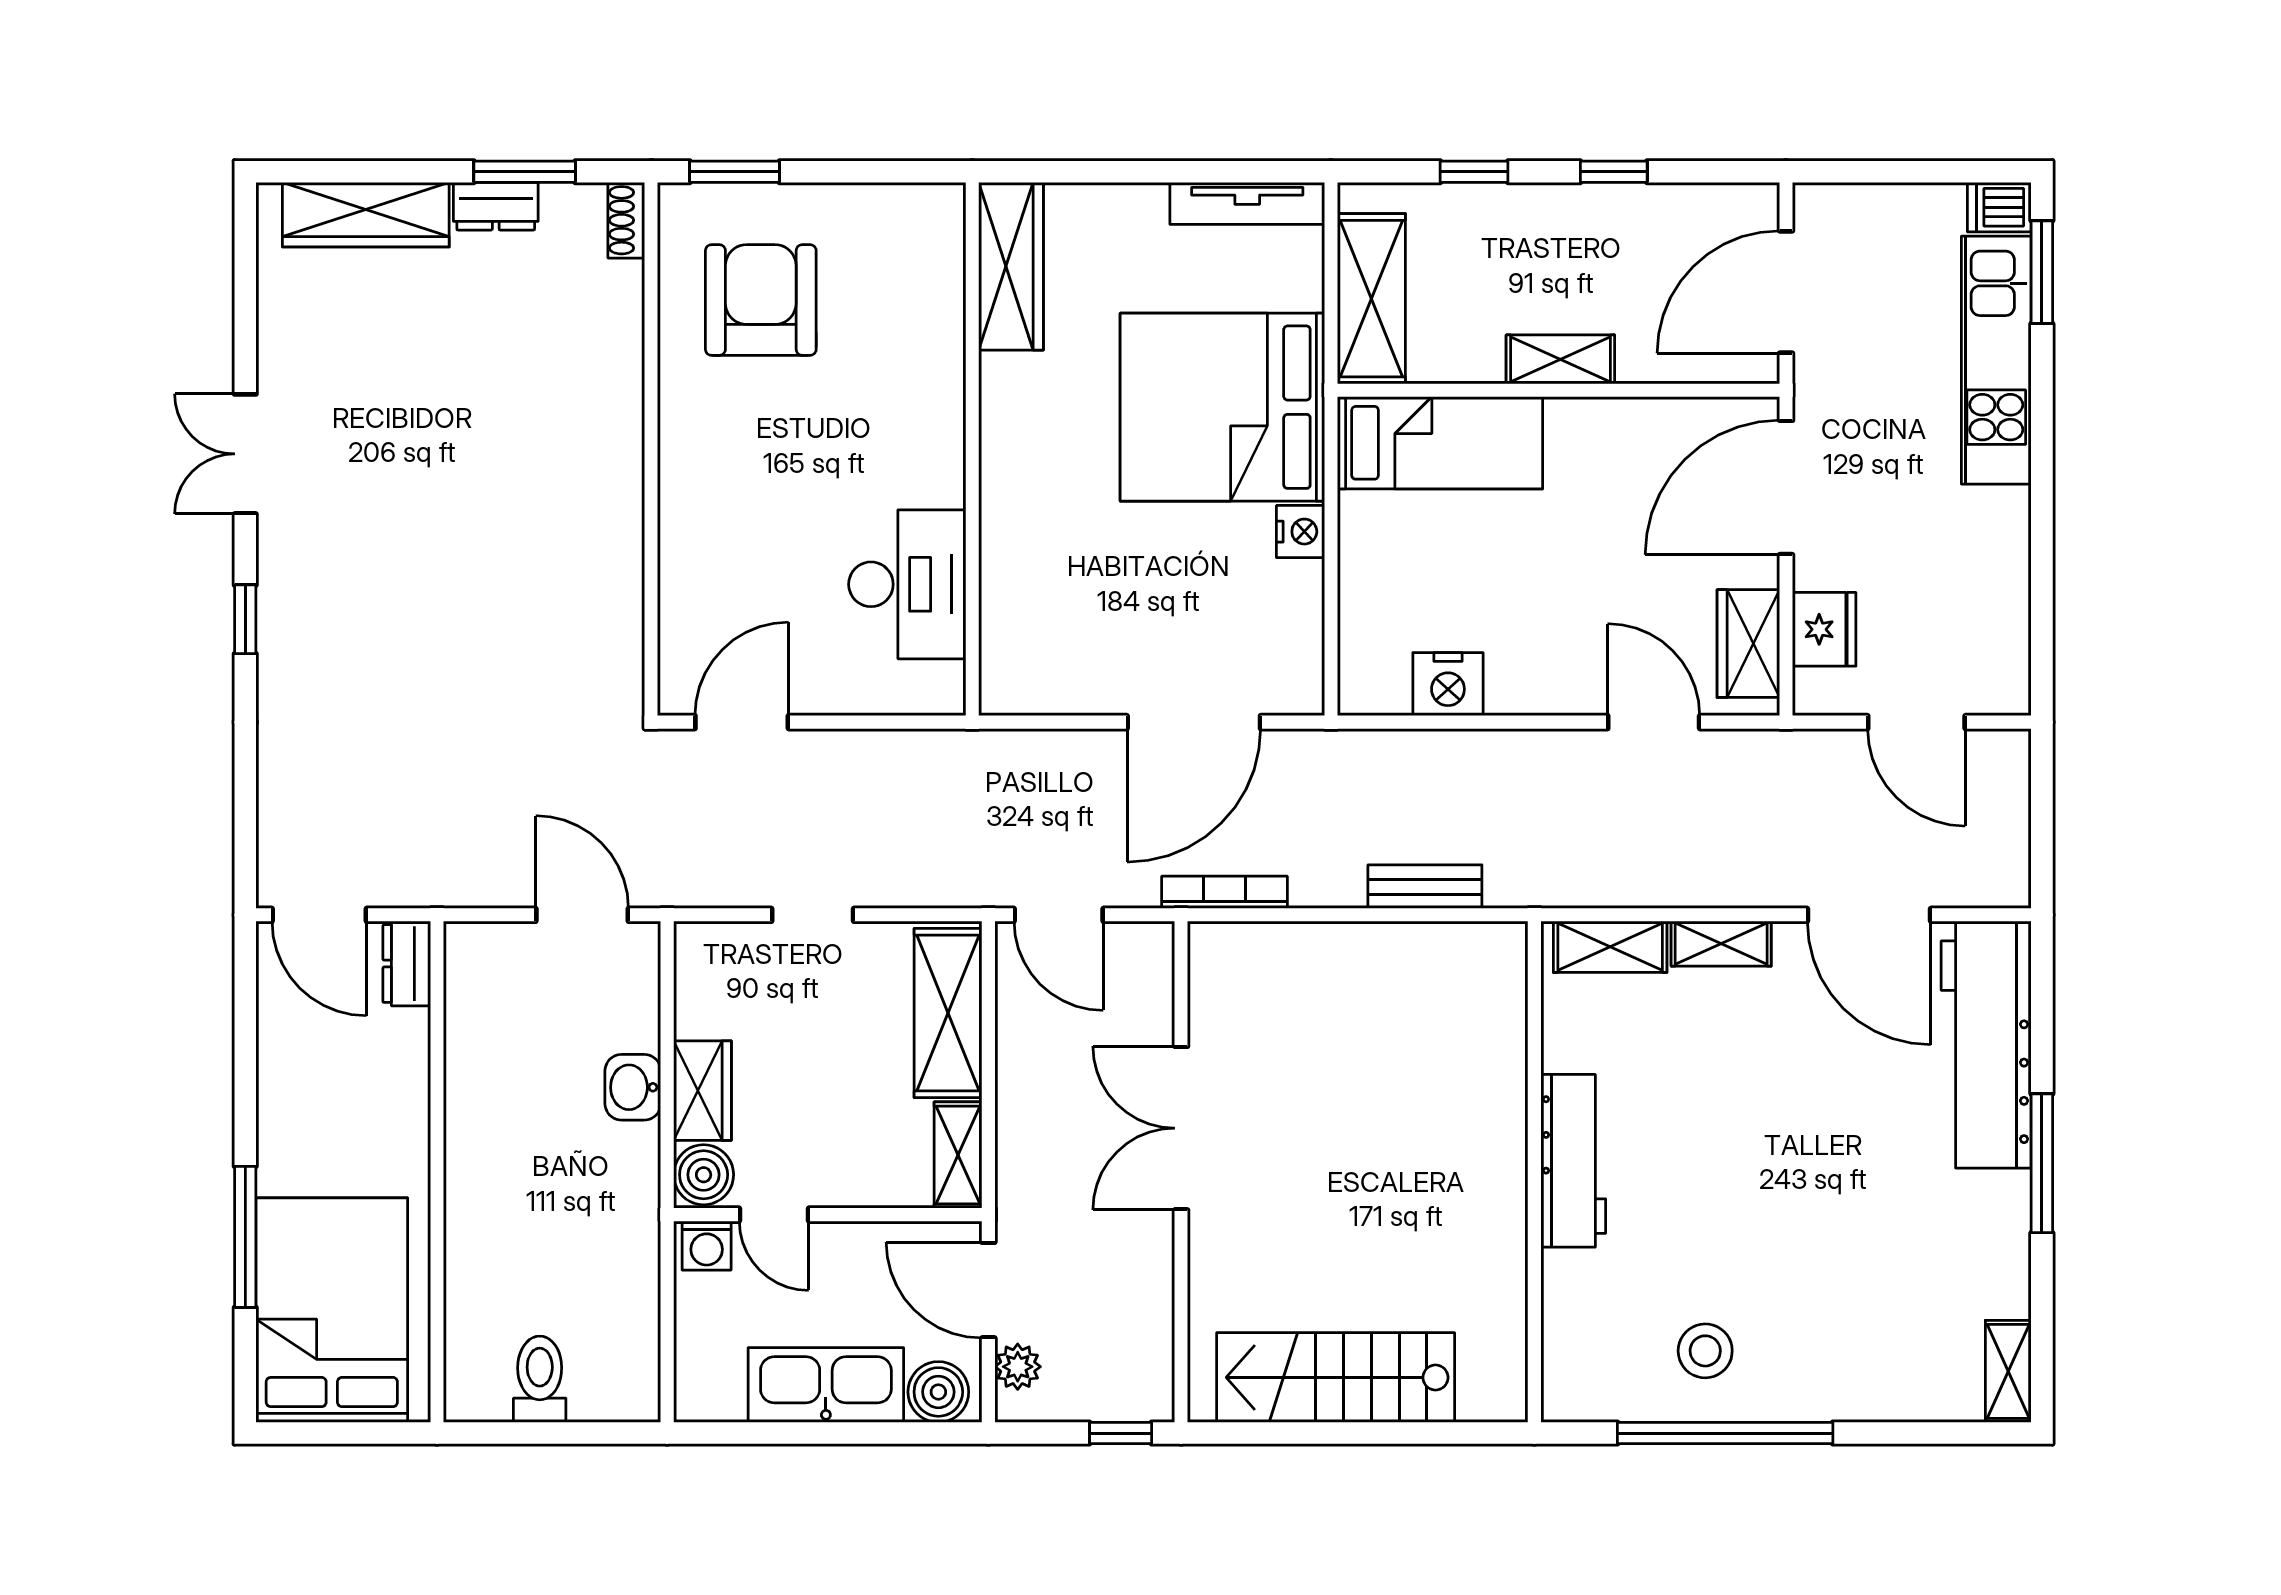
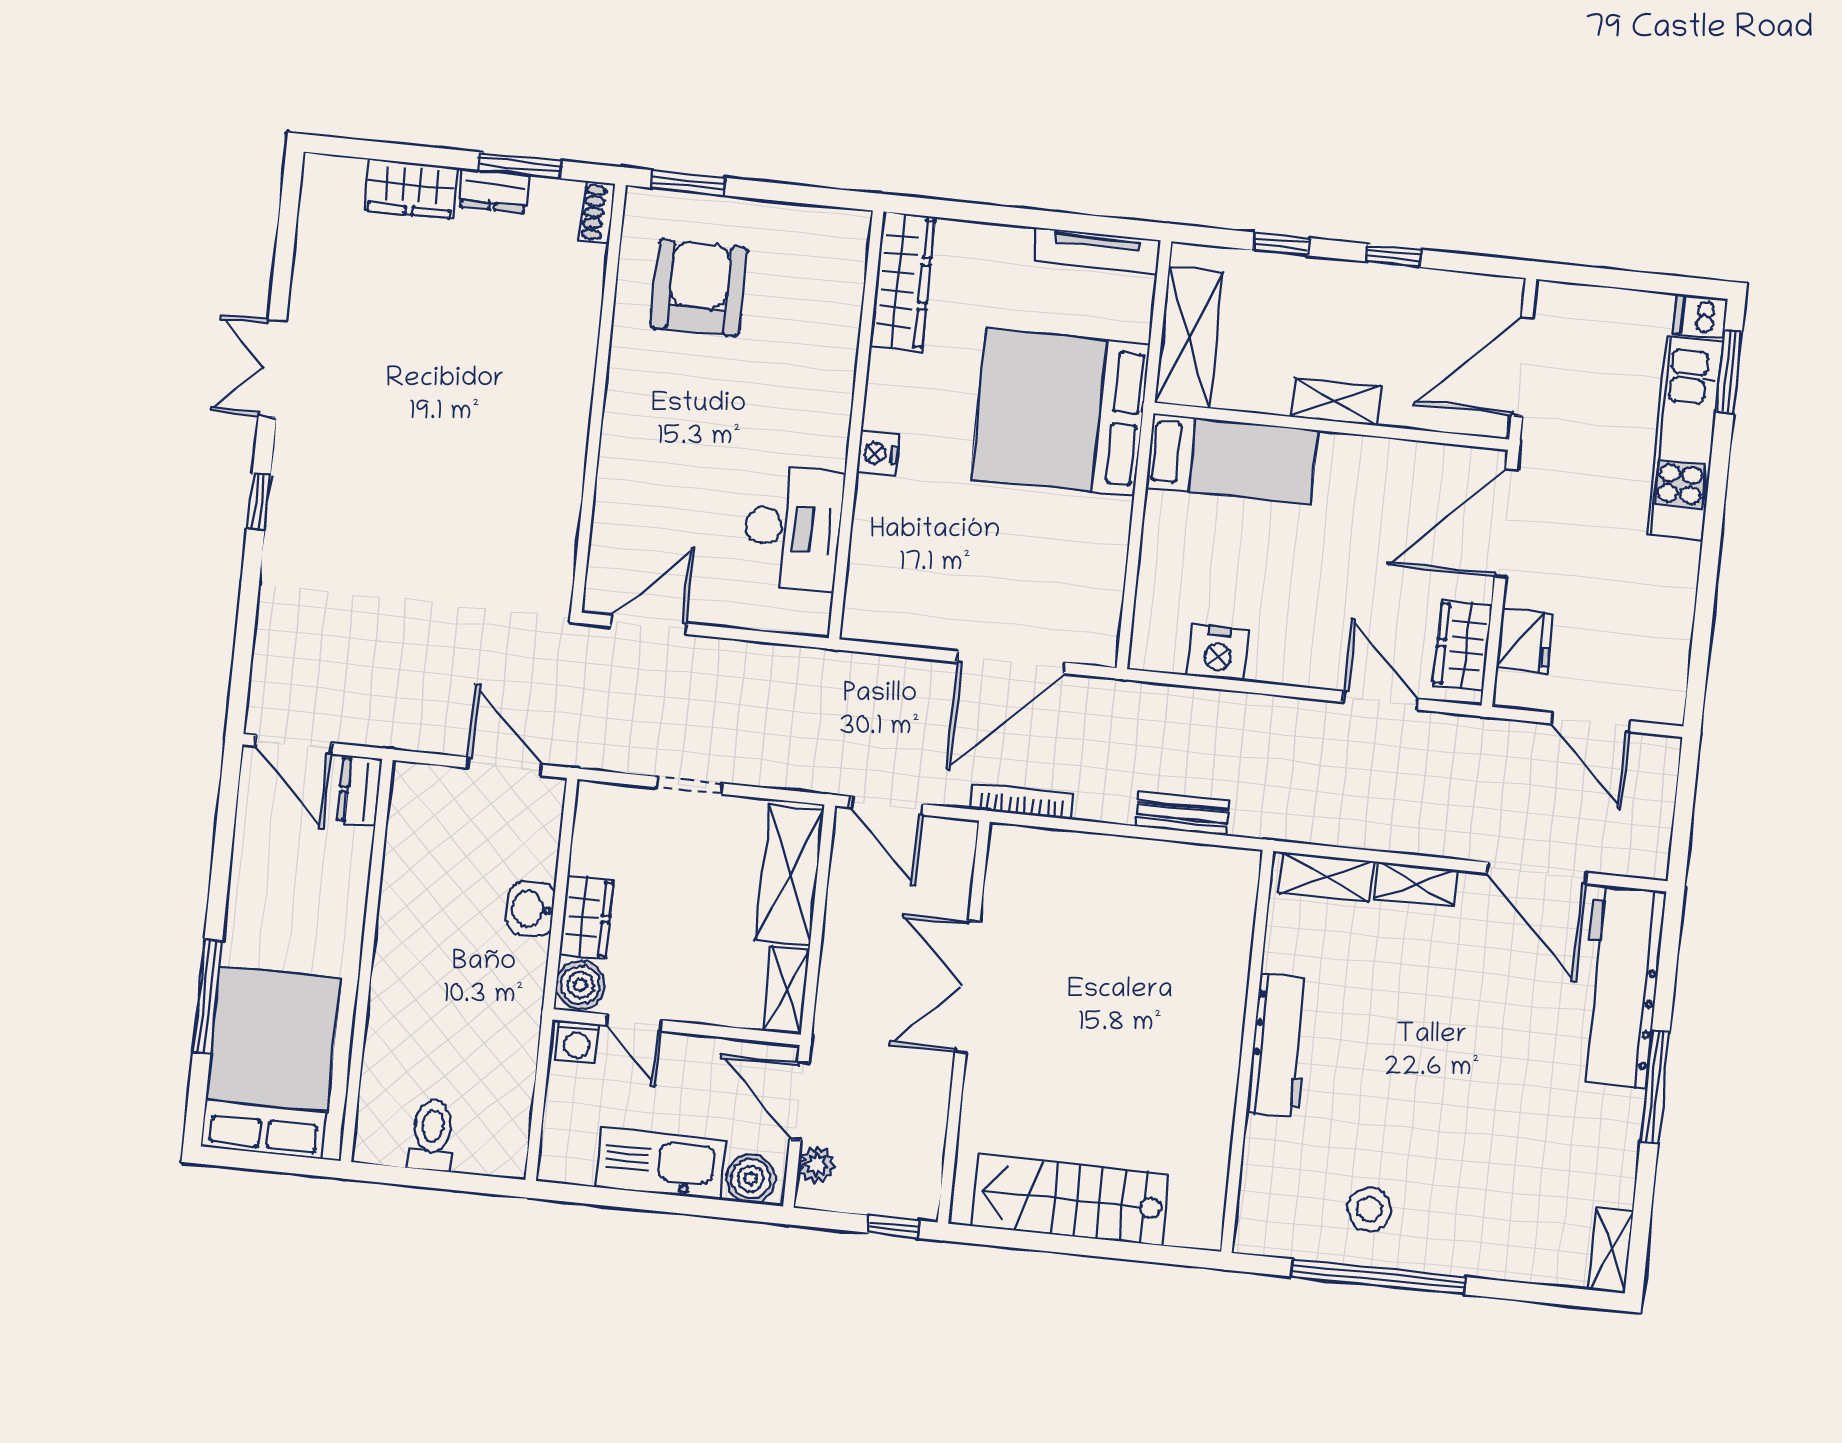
wardrobe: (366, 215) -> (411, 189), width x0.67
nightstand: (1301, 532) -> (878, 453), moved, turned 180

